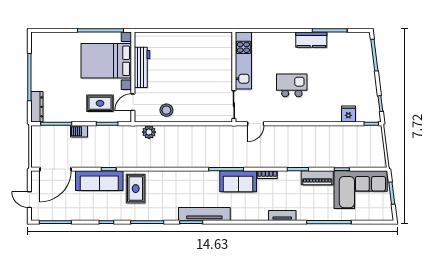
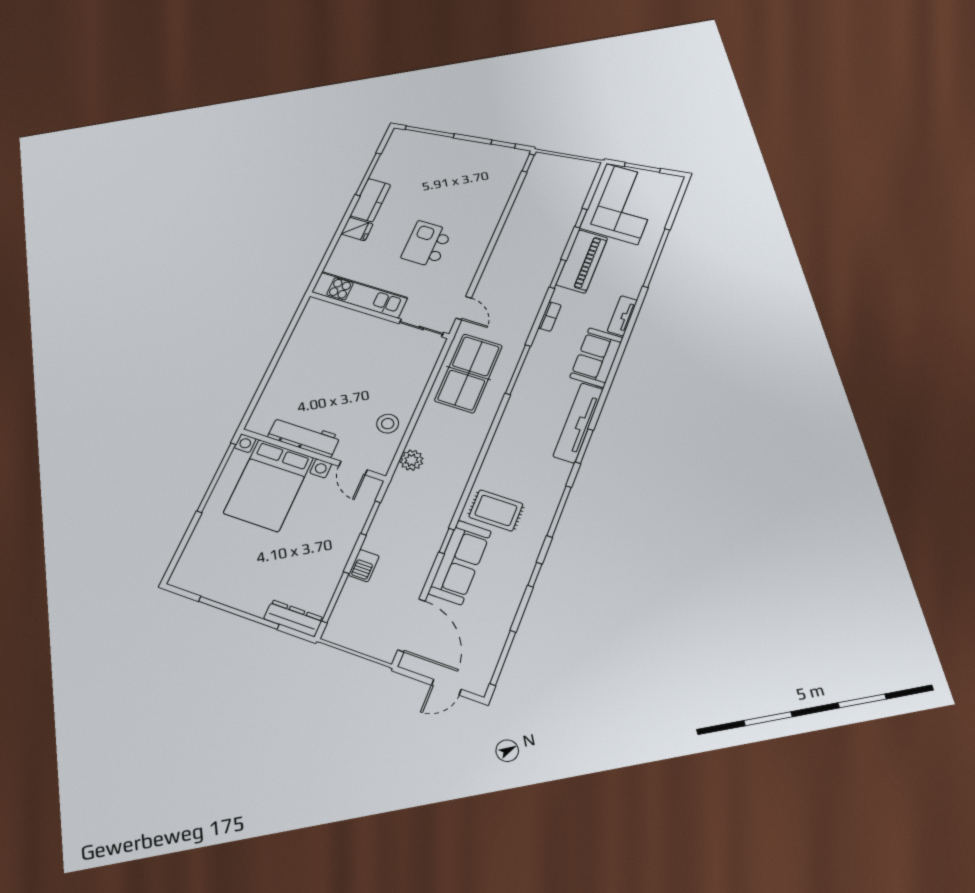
rug: (100, 103) -> (332, 518), removed
fridge: (348, 114) -> (357, 229), moved, turned 180
table tennis table: (214, 143) -> (469, 373), added
piano: (317, 178) -> (582, 261), width x1.37, depth x1.33
sofa: (238, 181) -> (596, 358), moved, turned 180

